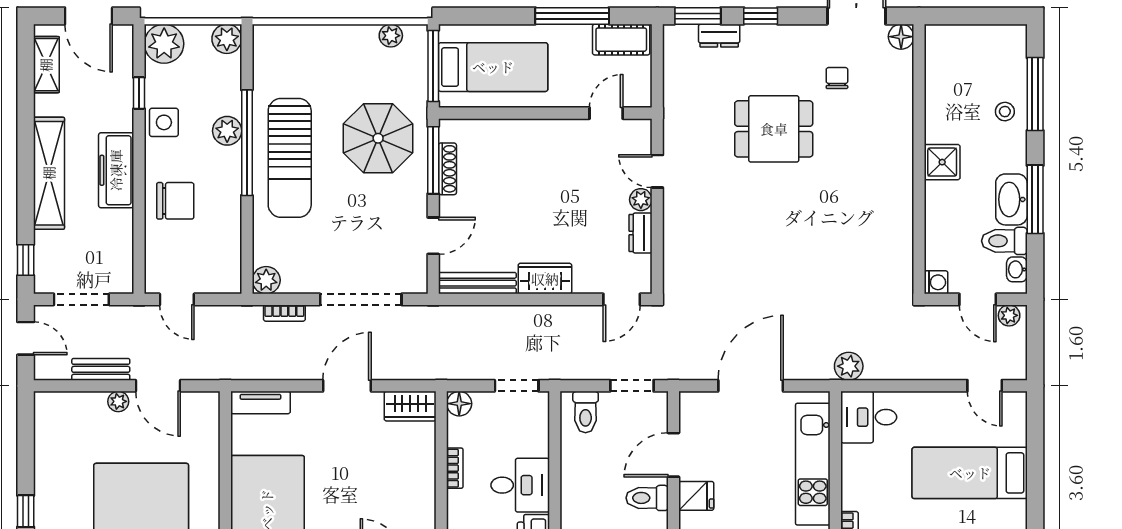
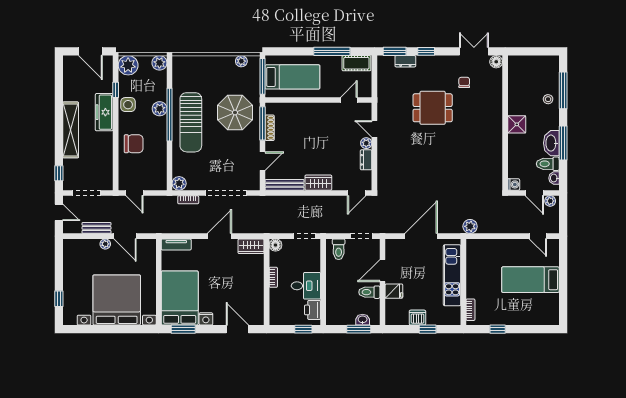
shelving: (46, 65) -> (69, 76), removed
freezer: (116, 170) -> (104, 112), moved
desk: (869, 417) -> (480, 252), removed

